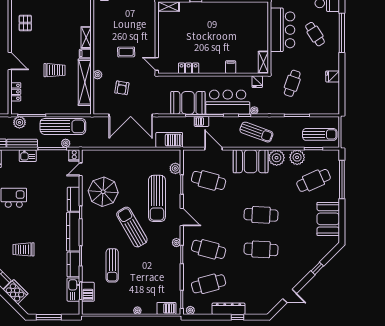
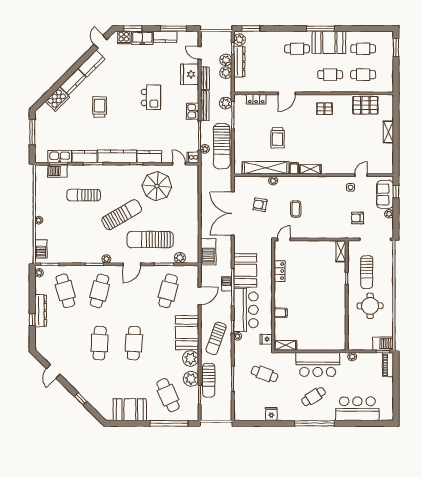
sun lounger: (320, 134) -> (209, 380), moved

